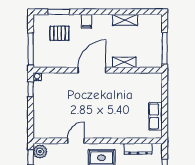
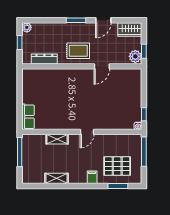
pallet: (60, 33) -> (117, 166), width x1.50, depth x1.42
door: (92, 70) -> (87, 132), width x0.53
row of seats: (156, 116) -> (28, 117), moved

